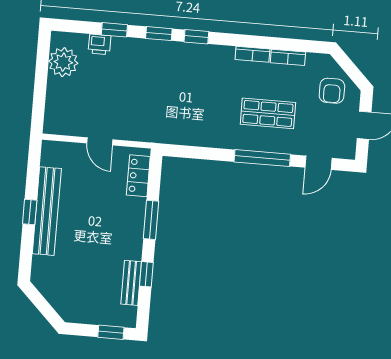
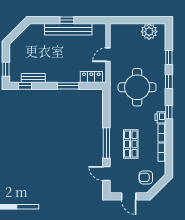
window: (196, 37) -> (169, 112), moved
printer: (100, 44) -> (160, 117), moved
round table: (164, 93) -> (137, 87), added
window: (146, 274) -> (25, 86), moved

